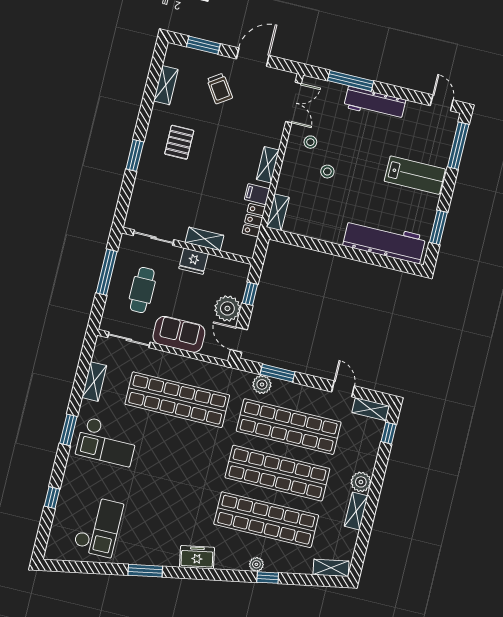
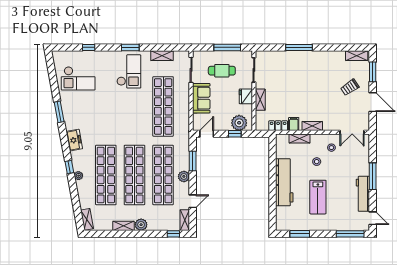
window: (351, 81) -> (373, 176), moved
shelving: (166, 85) -> (357, 56), moved
workbench: (375, 103) -> (363, 194), moved
door: (442, 103) -> (373, 218), hinge flipped
pallet: (179, 142) -> (313, 71), removed
window: (135, 155) -> (299, 47), width x1.44
lab bench: (415, 175) -> (318, 197), moved
shelving: (278, 212) -> (300, 138), moved
workbench: (384, 241) -> (284, 182), moved
plant: (227, 308) -> (239, 123), moved
plant: (262, 384) -> (184, 176), moved
checkout: (107, 442) -> (129, 71), turned 180
window: (268, 578) -> (69, 167), moved

